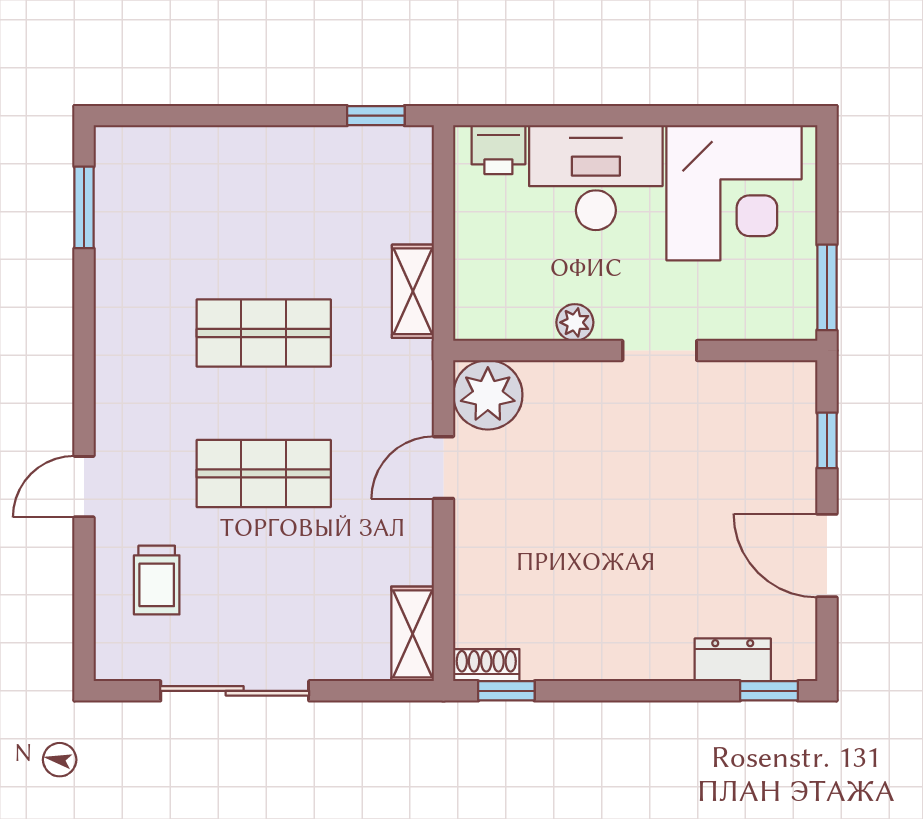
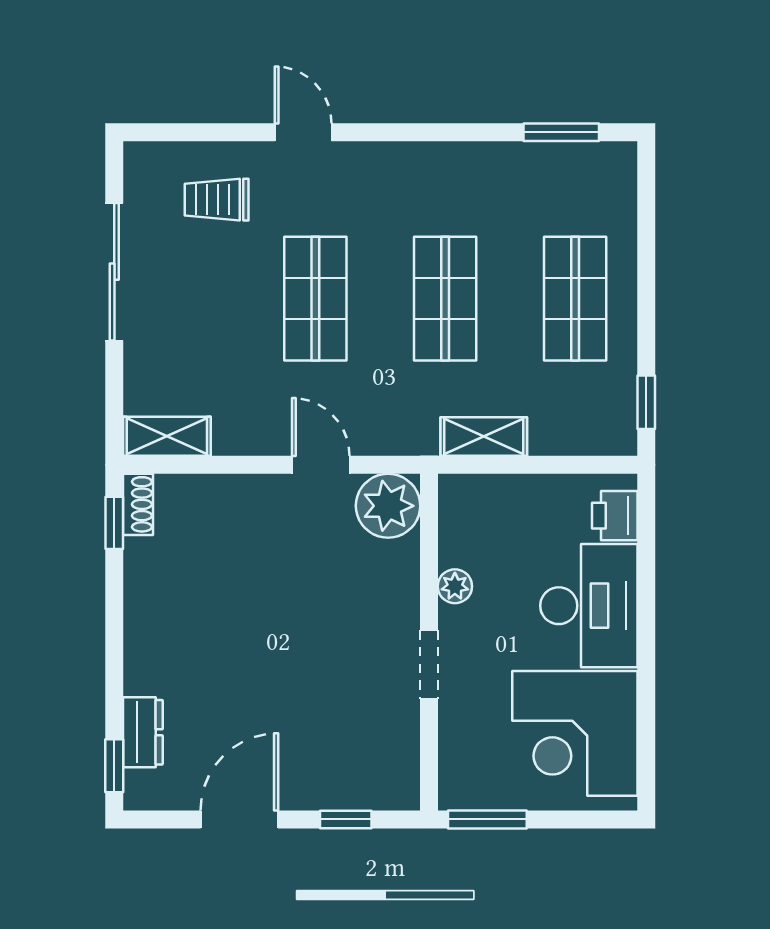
shop shelf: (264, 193) -> (575, 299), added

